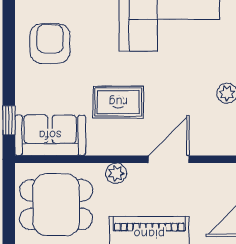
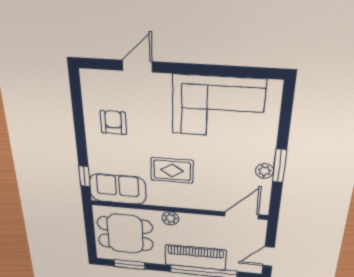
armchair: (50, 44) -> (113, 123), width x0.72, depth x0.72
door: (169, 159) -> (241, 215), moved

